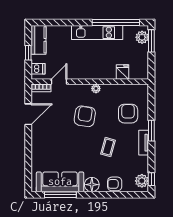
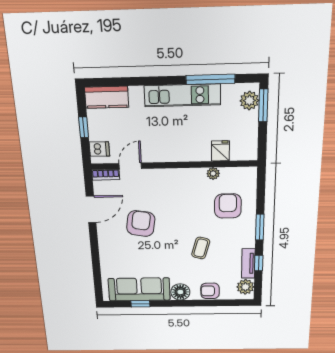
window: (116, 22) -> (210, 79), width x0.68
kitchen counter: (38, 40) -> (107, 97), moved, turned 90
plant: (96, 89) -> (213, 174), moved
armchair: (85, 116) -> (141, 224), moved
tv unit: (144, 143) -> (248, 263), moved
window: (151, 179) -> (259, 263), moved
window: (60, 195) -> (140, 304), width x0.46

